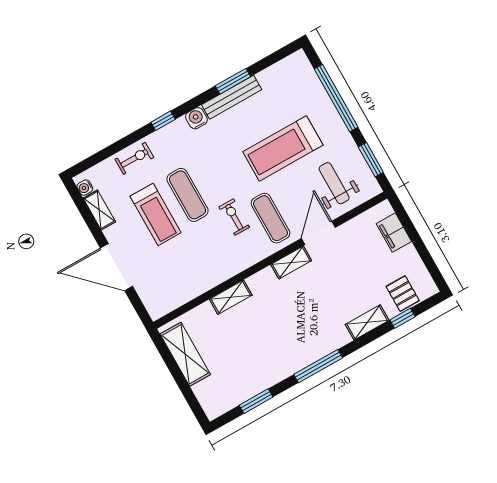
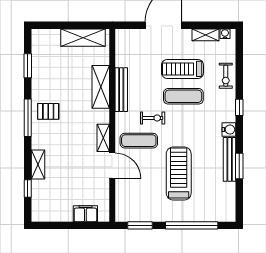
weight bench: (334, 183) -> (138, 194), removed
bench: (222, 274) -> (121, 90), added
pallet: (403, 294) -> (48, 111), moved
shelving: (231, 297) -> (101, 87), width x1.50, depth x1.33

